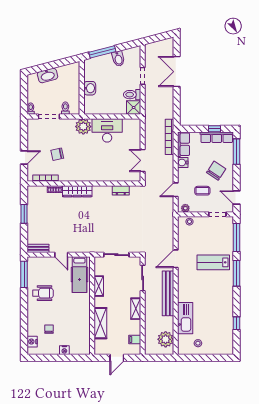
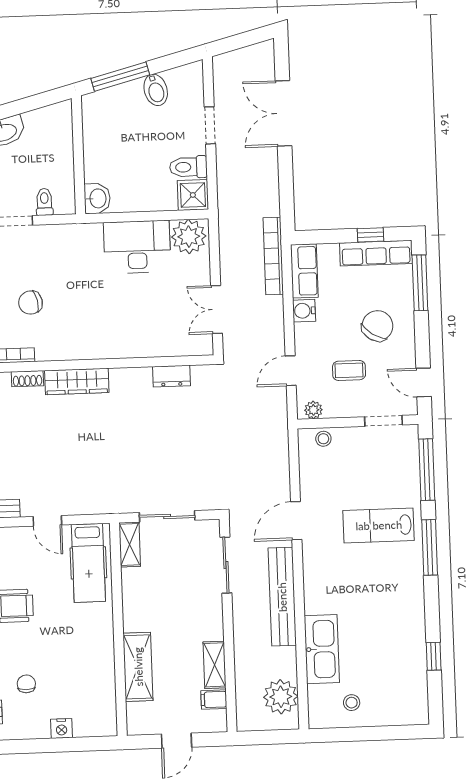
washbasin: (90, 88) -> (97, 198), moved
plant: (83, 127) -> (189, 237), moved
shelving: (99, 286) -> (130, 545), moved
shelving: (136, 309) -> (215, 665), moved

